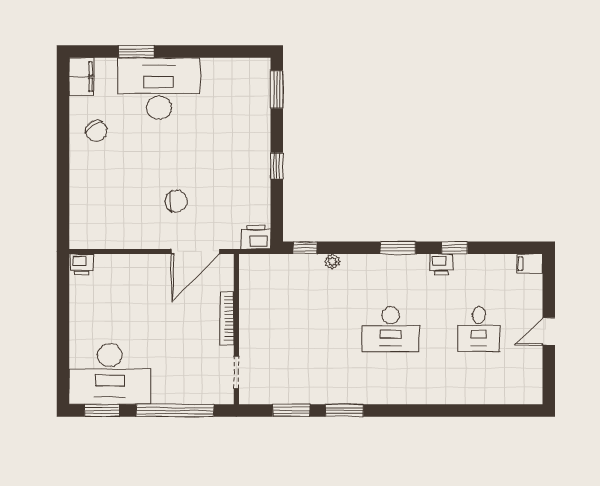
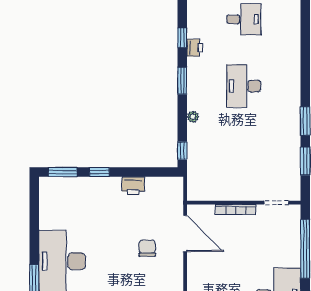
window: (277, 166) -> (99, 172), moved
printer: (256, 237) -> (133, 186), moved, turned -90
plant: (332, 262) -> (193, 117), moved
desk: (391, 329) -> (244, 86), turned 180

